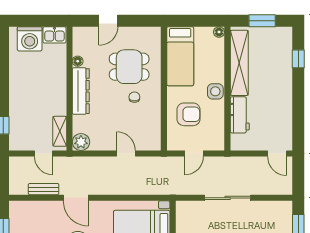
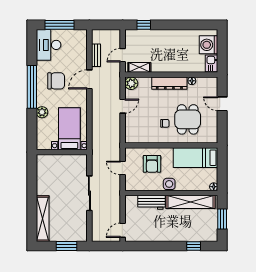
door: (126, 154) -> (123, 106), moved

